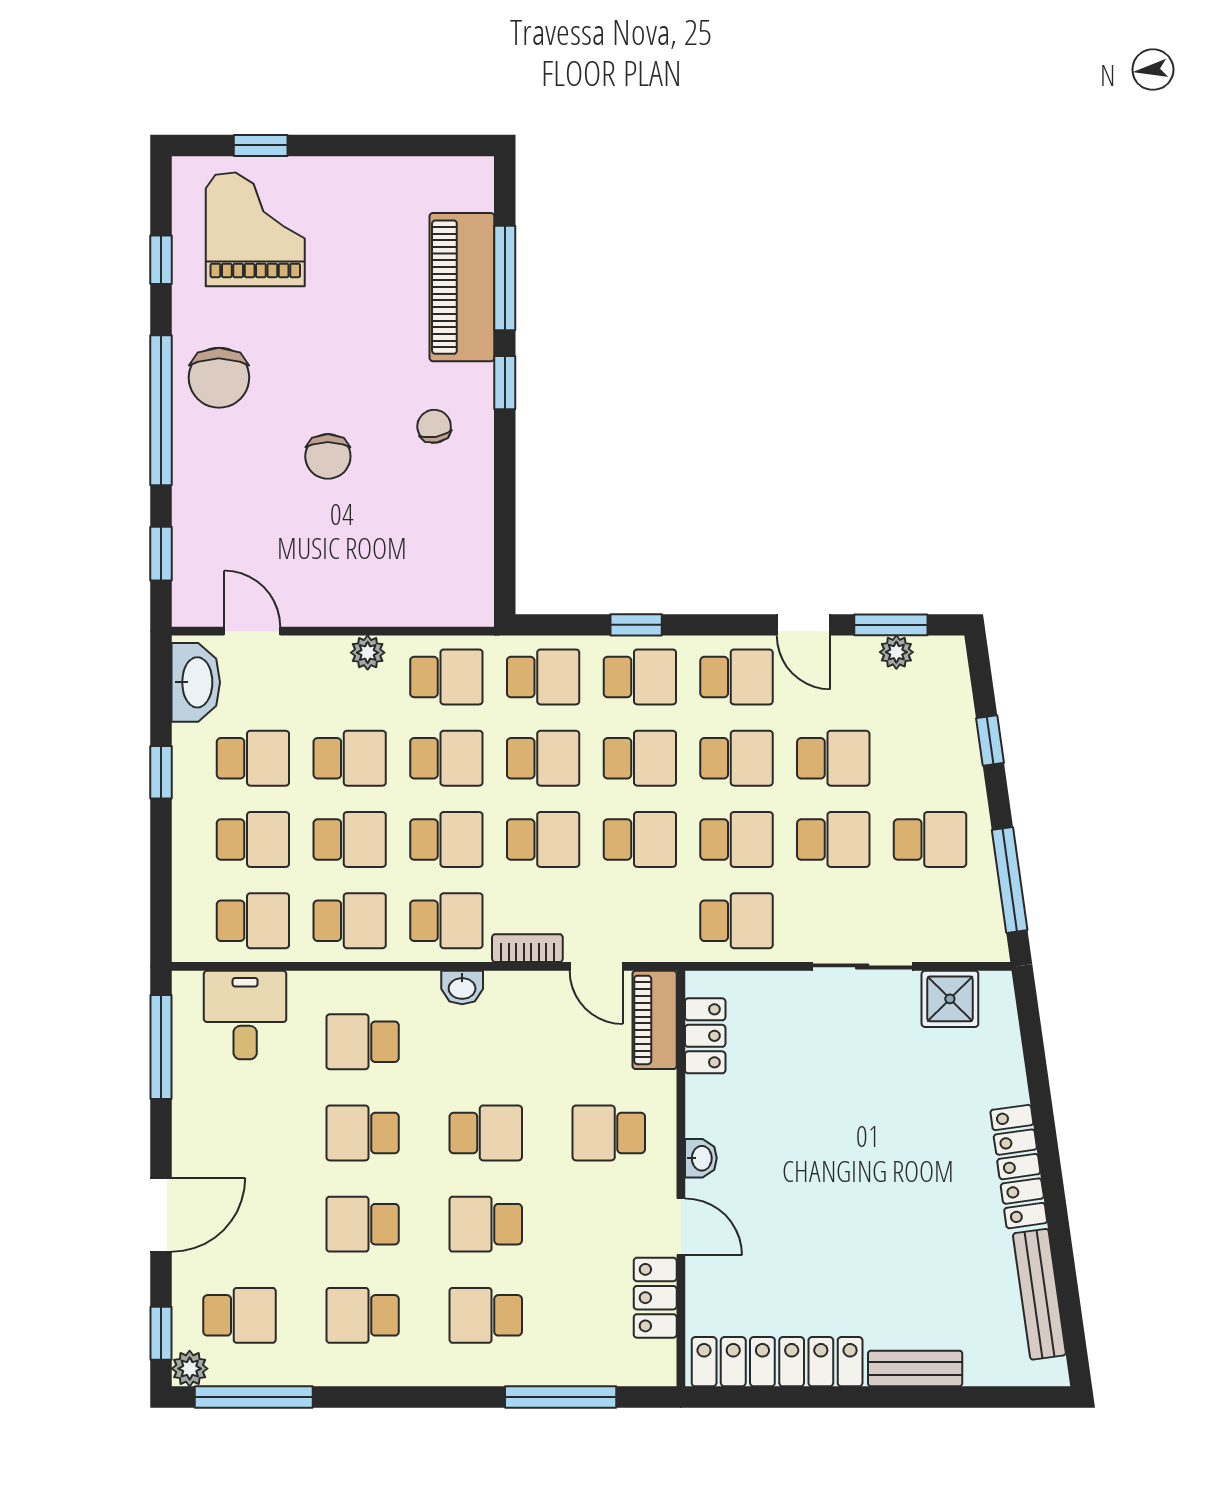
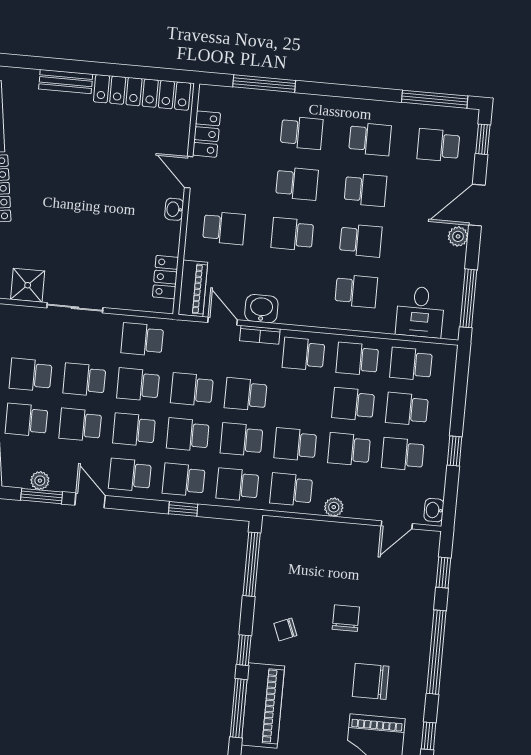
chair: (219, 378) -> (371, 681), moved, turned -90
chair: (434, 426) -> (285, 629), turned 78
window: (505, 537) -> (252, 564), added
door: (252, 631) -> (397, 525), hinge flipped
washbasin: (196, 682) -> (434, 510), width x0.52, depth x0.69
school desk: (446, 839) -> (27, 420), moved
washbasin: (462, 987) -> (261, 309), moved, width x1.38, depth x1.45
plant: (190, 1369) -> (458, 236), moved

